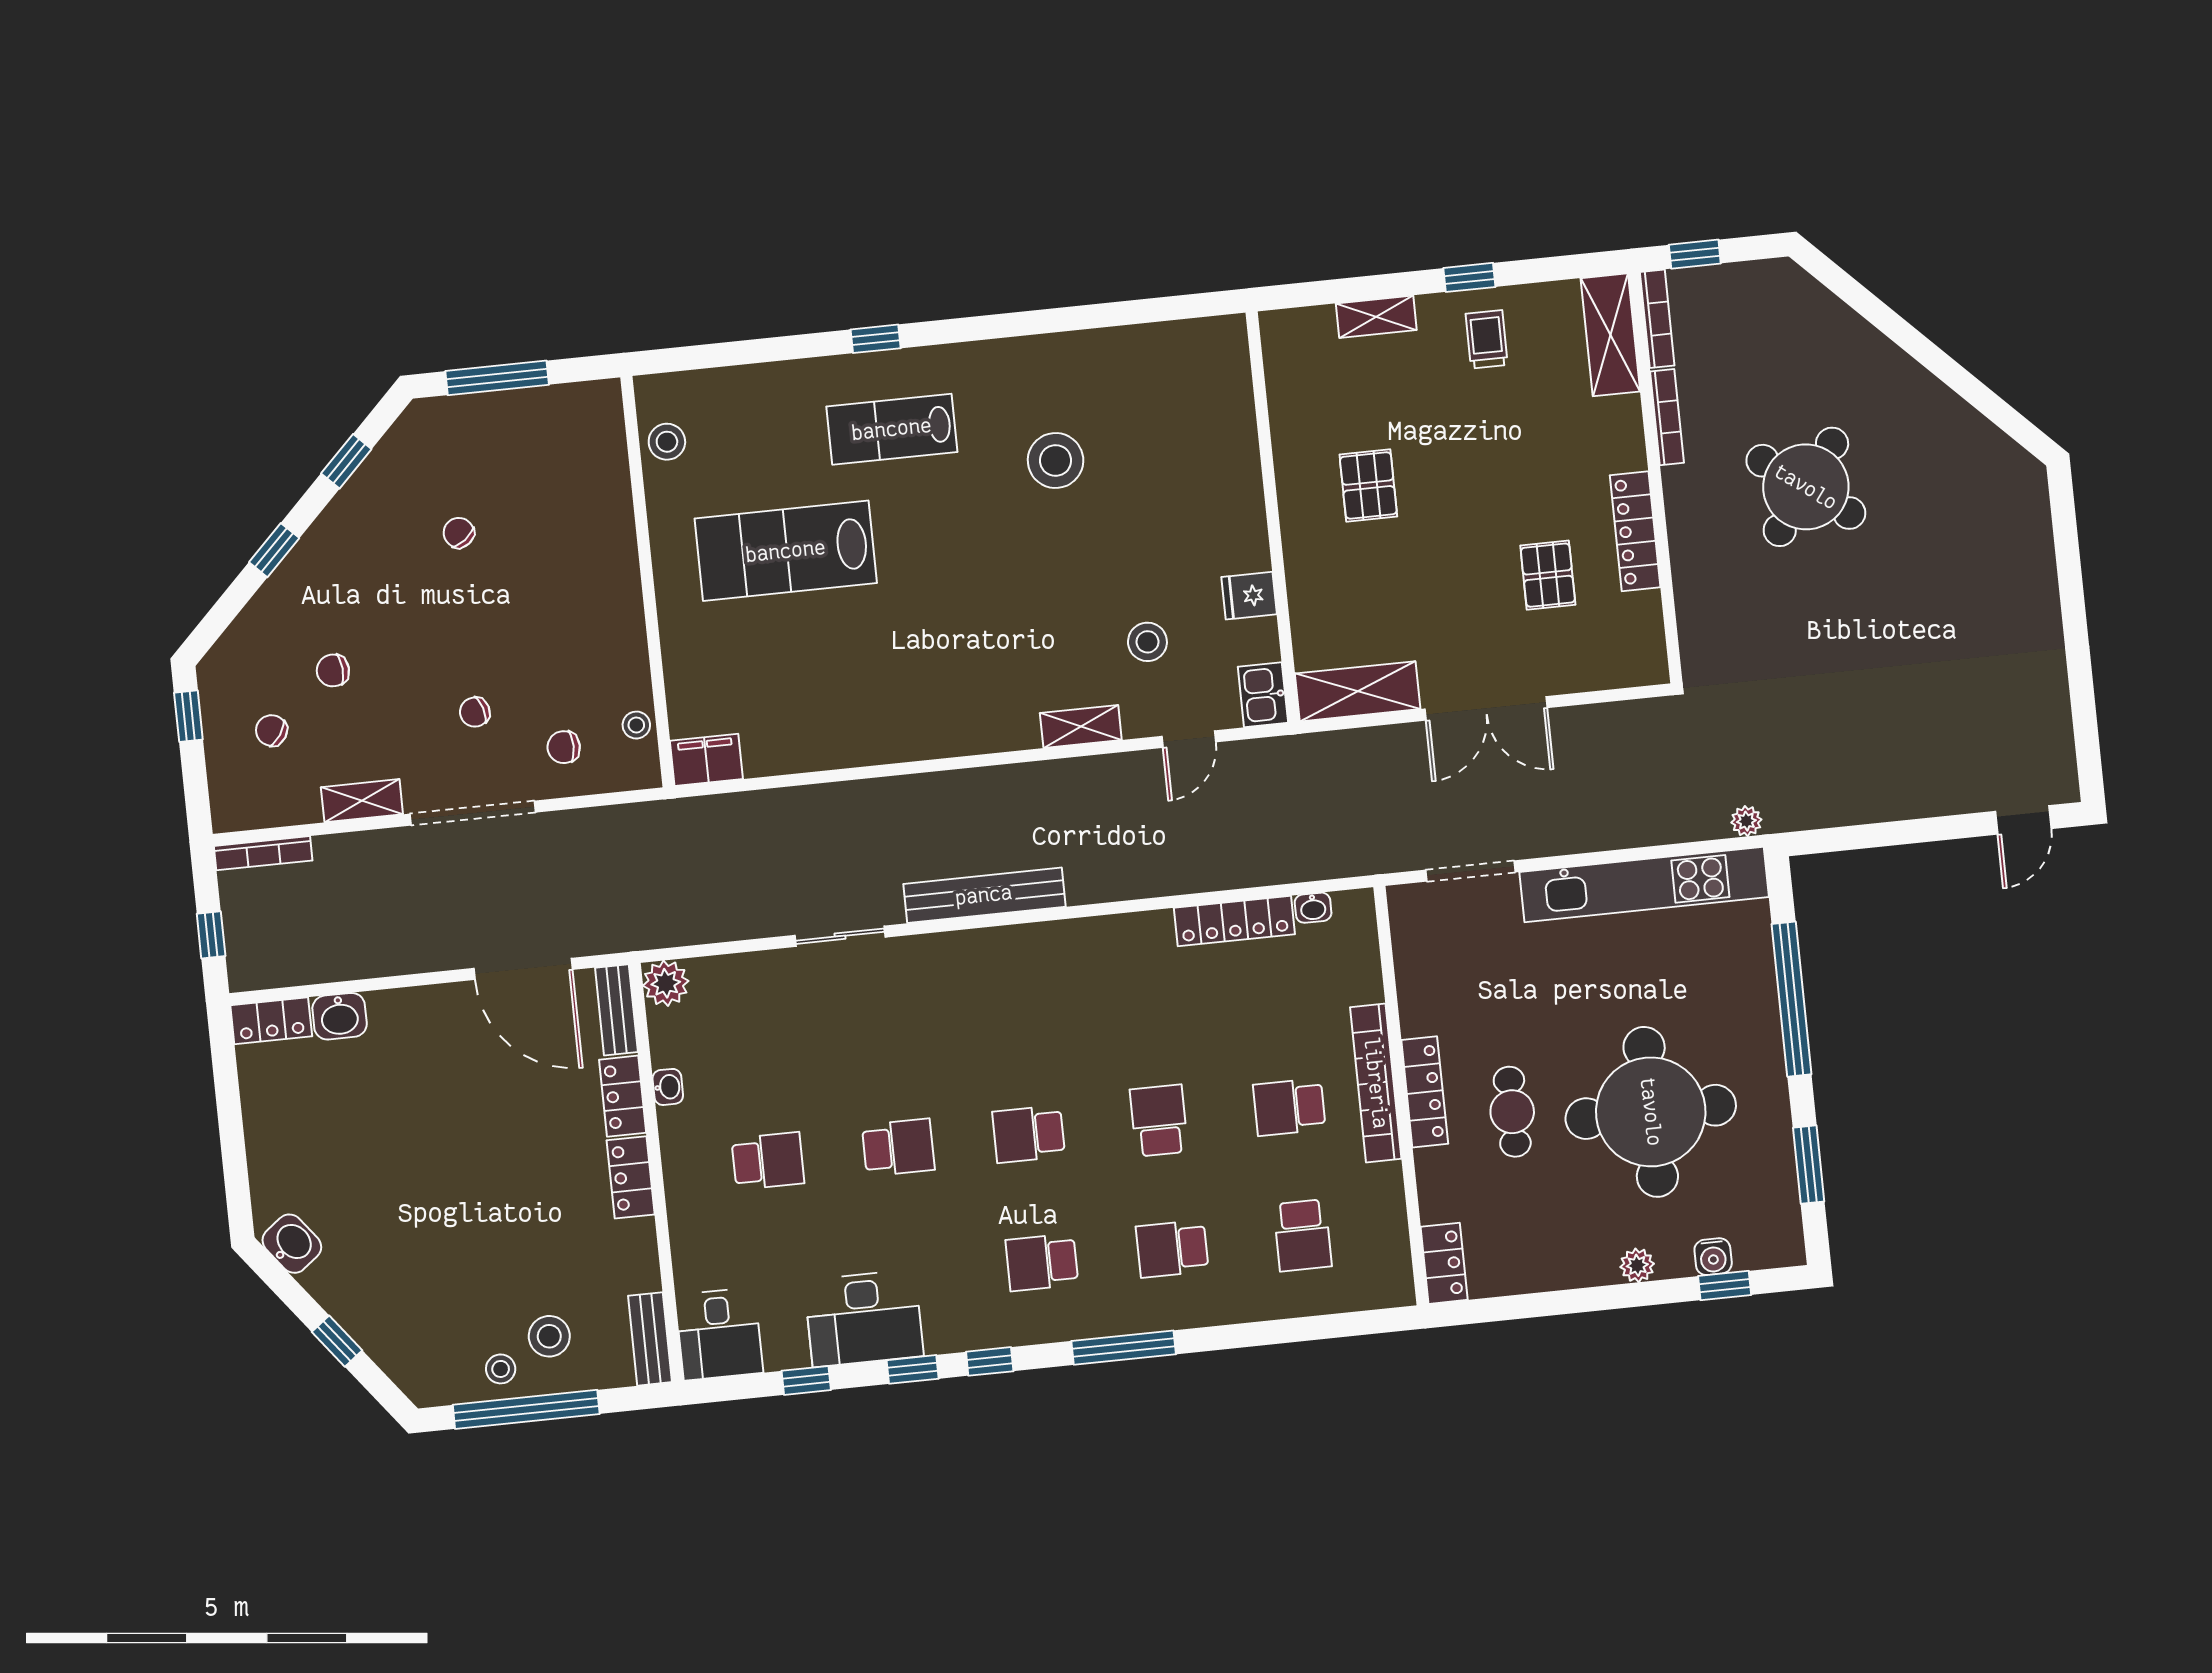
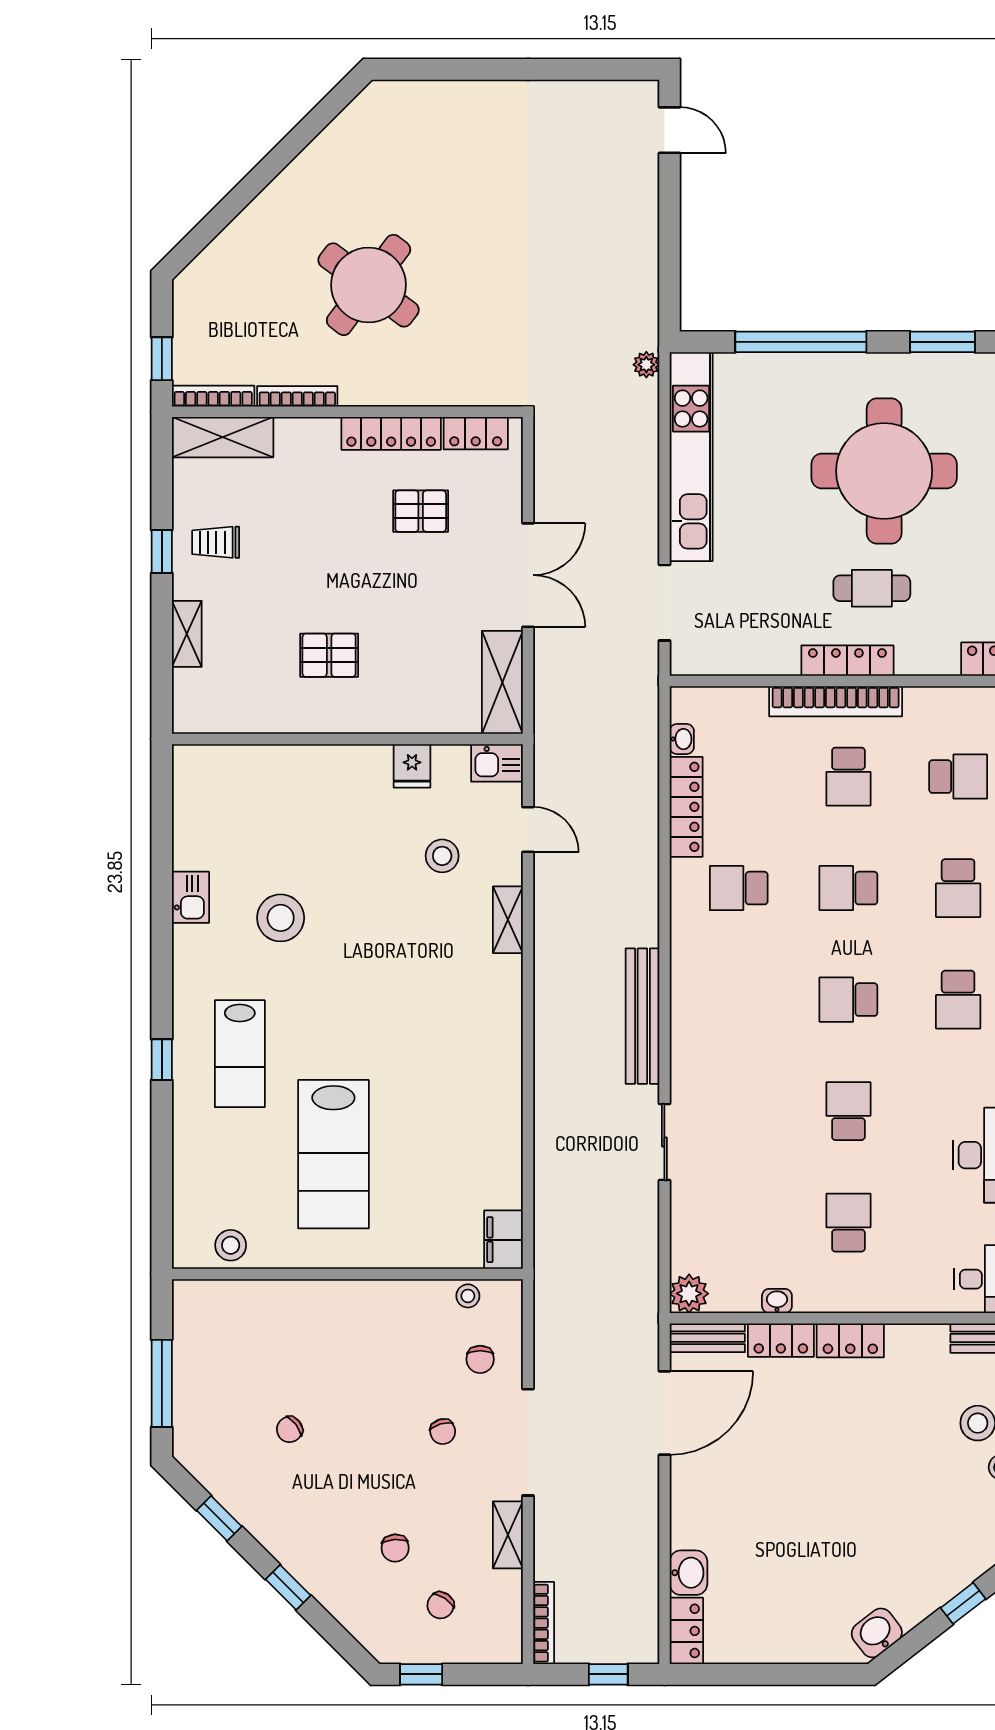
kitchen sink: (1069, 353) -> (191, 897), added
locker: (1646, 630) -> (476, 433), added
school desk: (1146, 992) -> (739, 888), added
school desk: (1029, 1134) -> (848, 1000), turned 90

